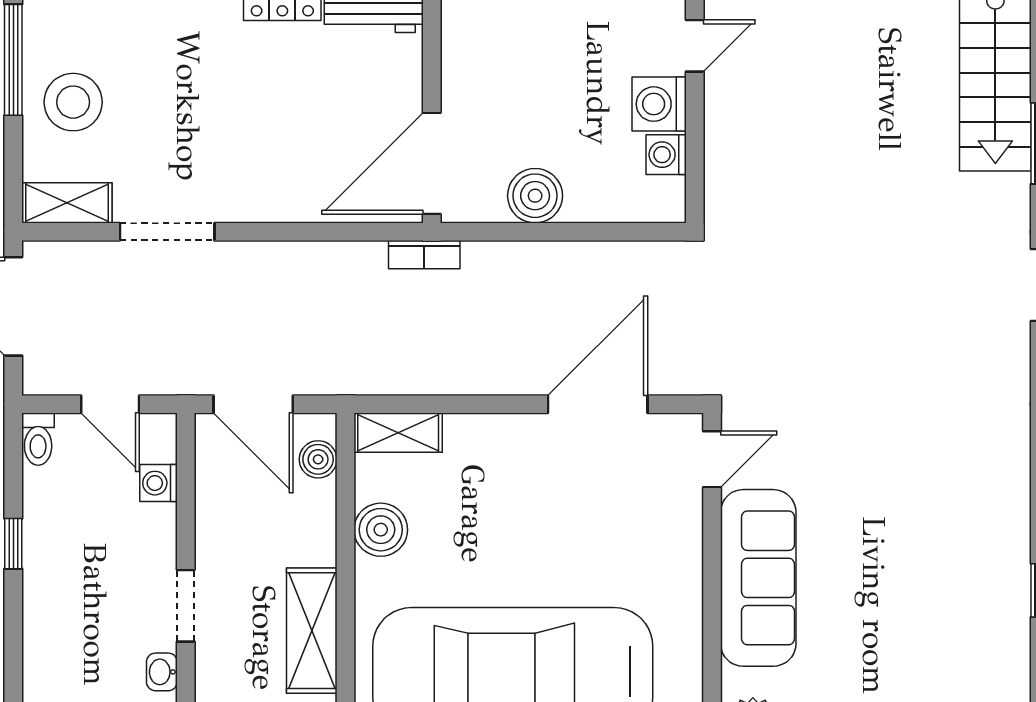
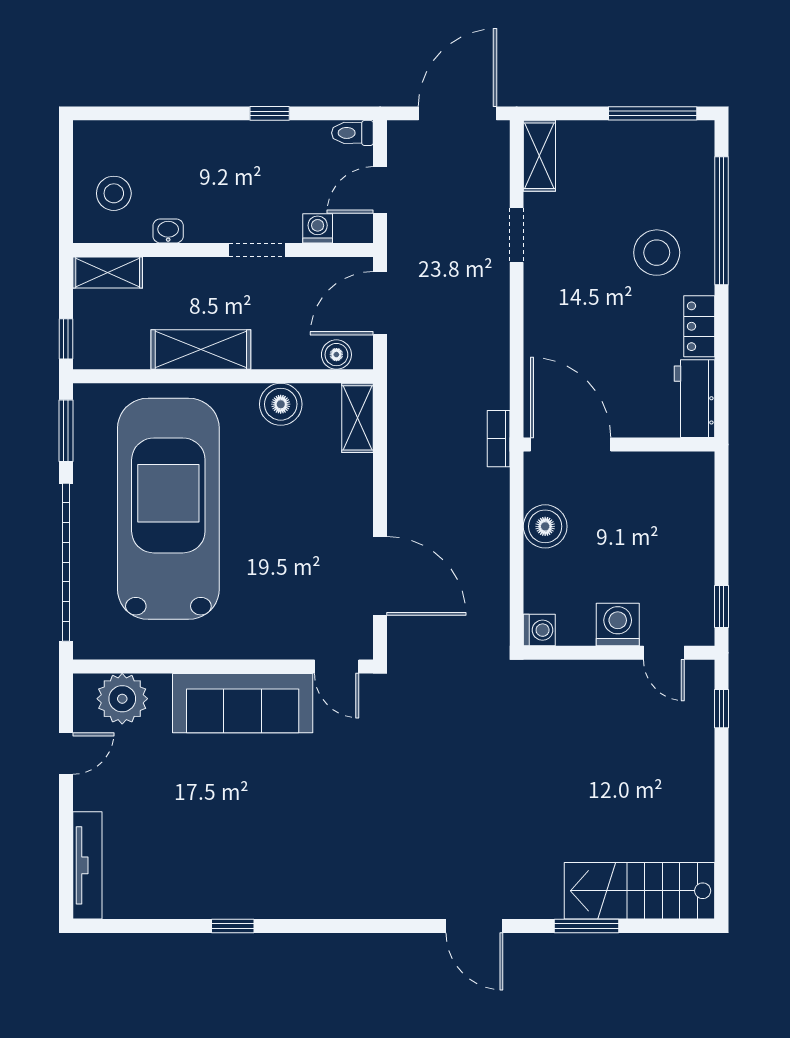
stool: (73, 102) -> (657, 253), moved
washing machine: (666, 155) -> (539, 630), moved, turned 90
doorway: (167, 232) -> (517, 235), width x0.73
doorway: (186, 606) -> (257, 250), moved

